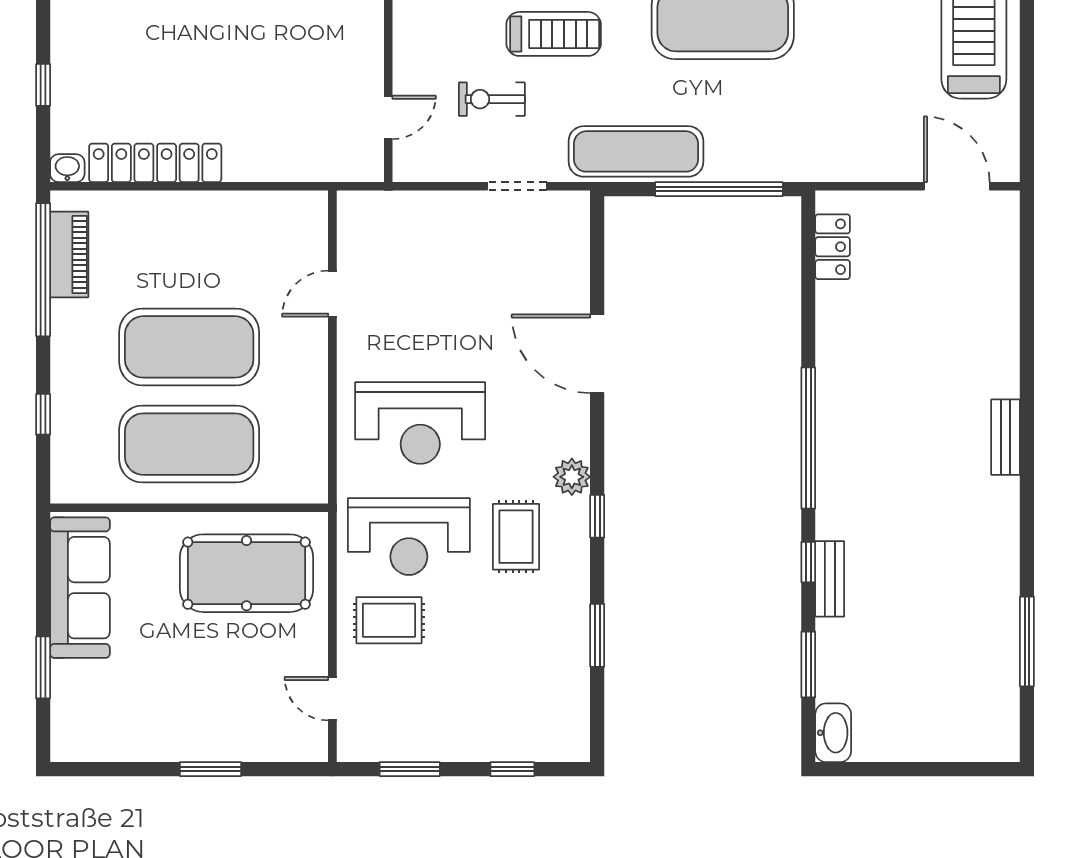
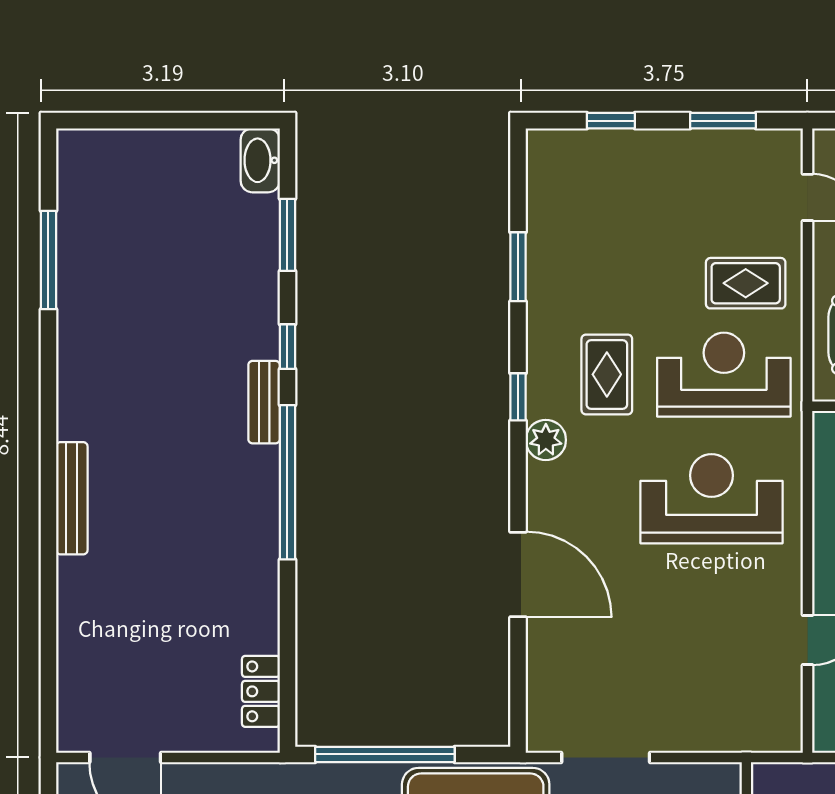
doorway: (517, 186) -> (606, 757), width x1.38
bench: (1006, 437) -> (72, 498), width x1.36
bench: (830, 579) -> (264, 402), moved

